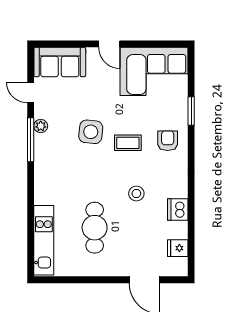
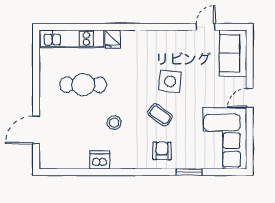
plant: (41, 126) -> (175, 36), removed
window: (31, 140) -> (163, 27), removed
armchair: (168, 141) -> (162, 151), turned -90
coffee table: (128, 143) -> (160, 115), turned -54
fridge: (178, 248) -> (112, 39), moved, turned 180

